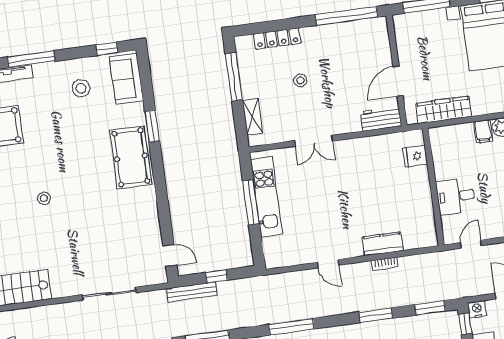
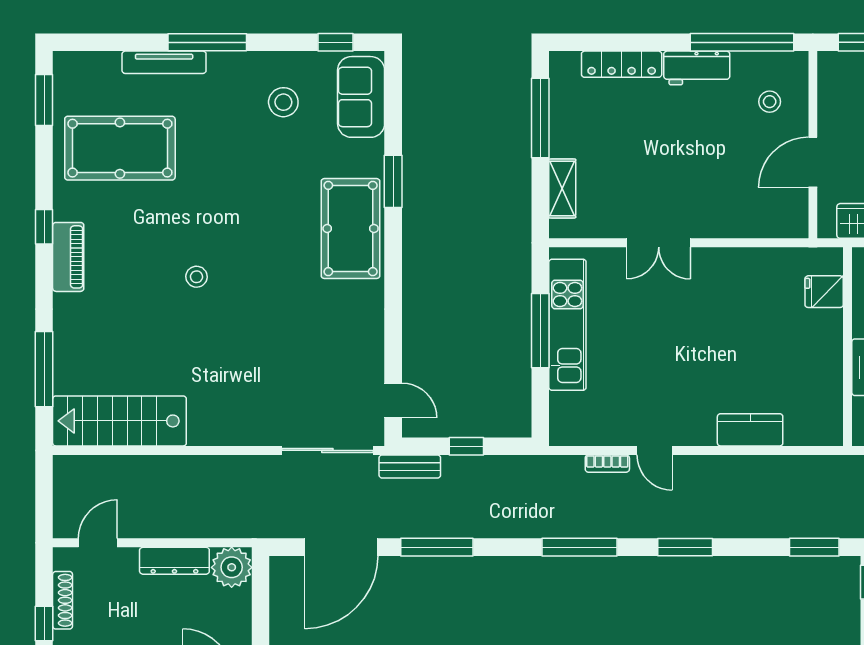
stool: (300, 80) -> (770, 102), moved
workbench: (381, 119) -> (697, 68), moved, turned 180
bookcase: (385, 264) -> (607, 464), moved
bench: (192, 292) -> (410, 467), width x0.73
sliding door: (109, 294) -> (327, 450), moved
window: (376, 315) -> (685, 547), moved

